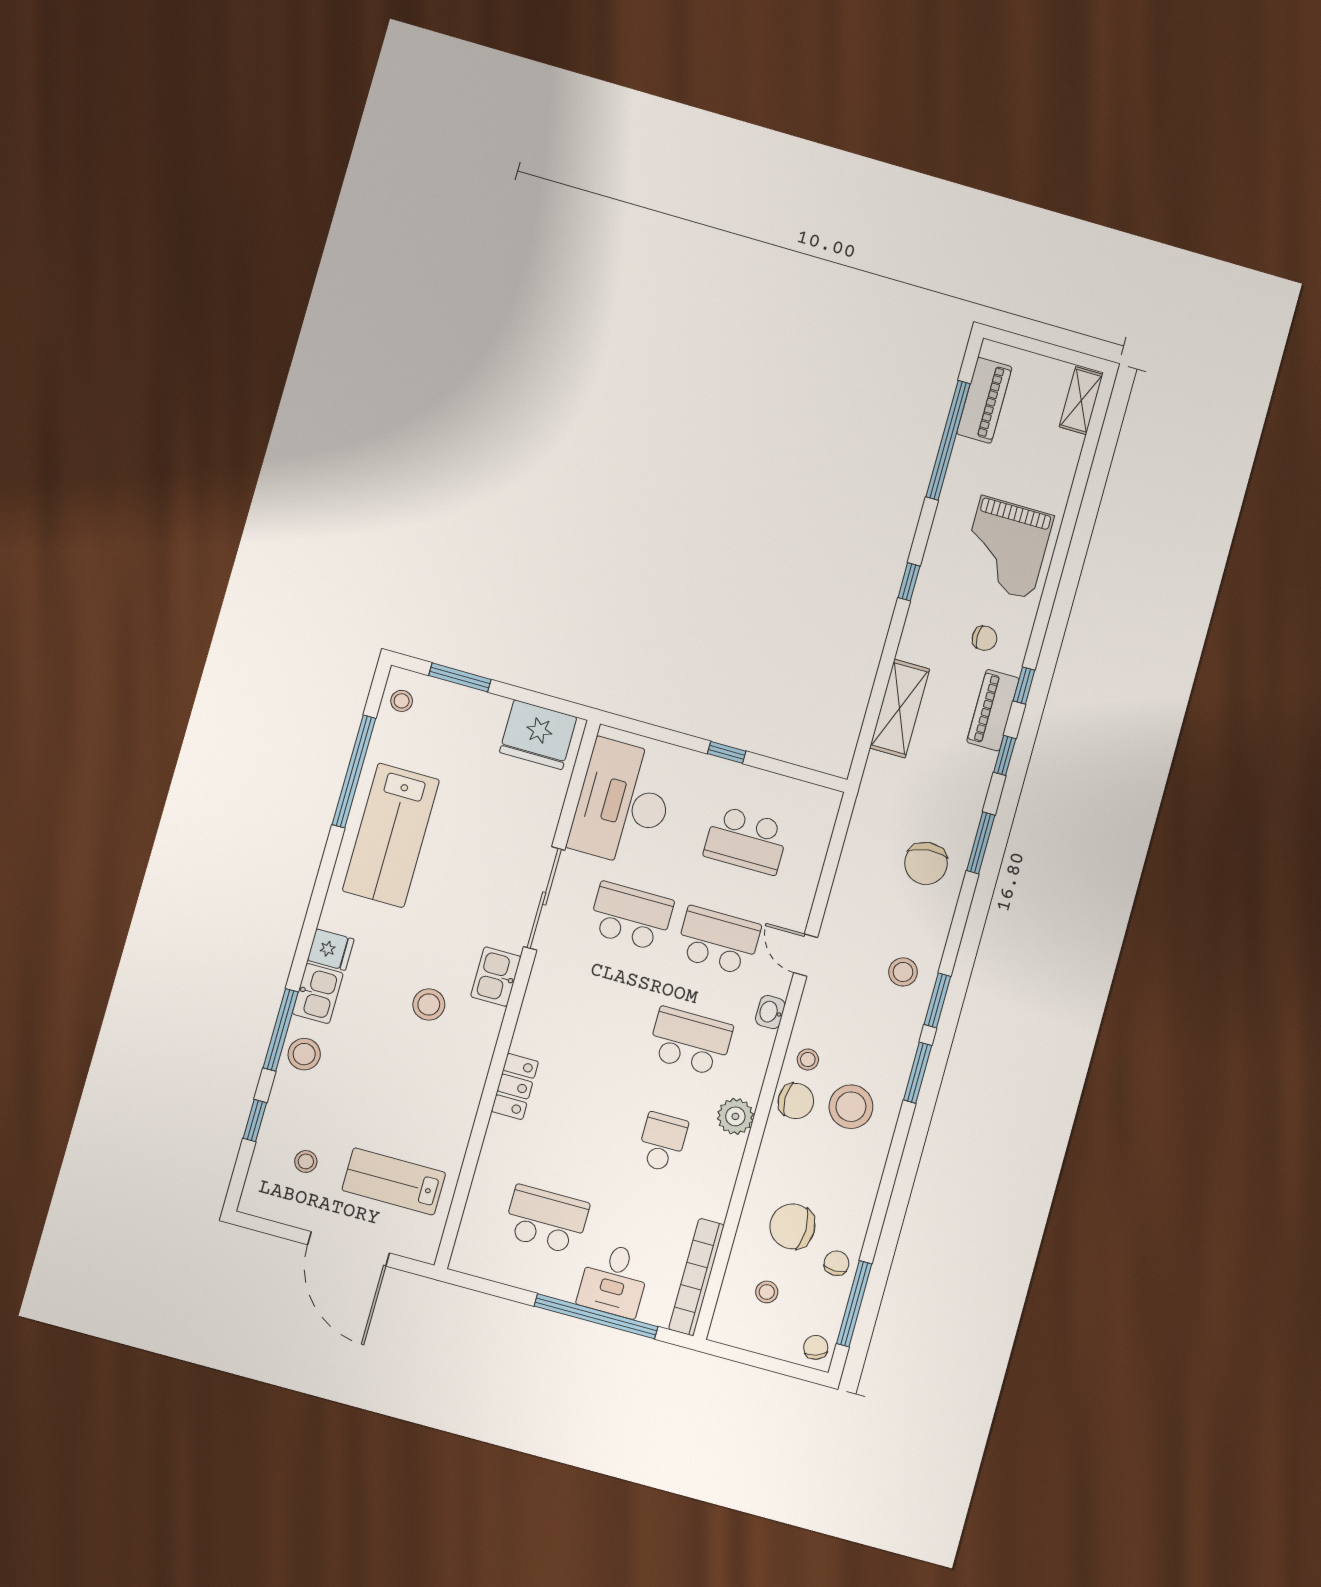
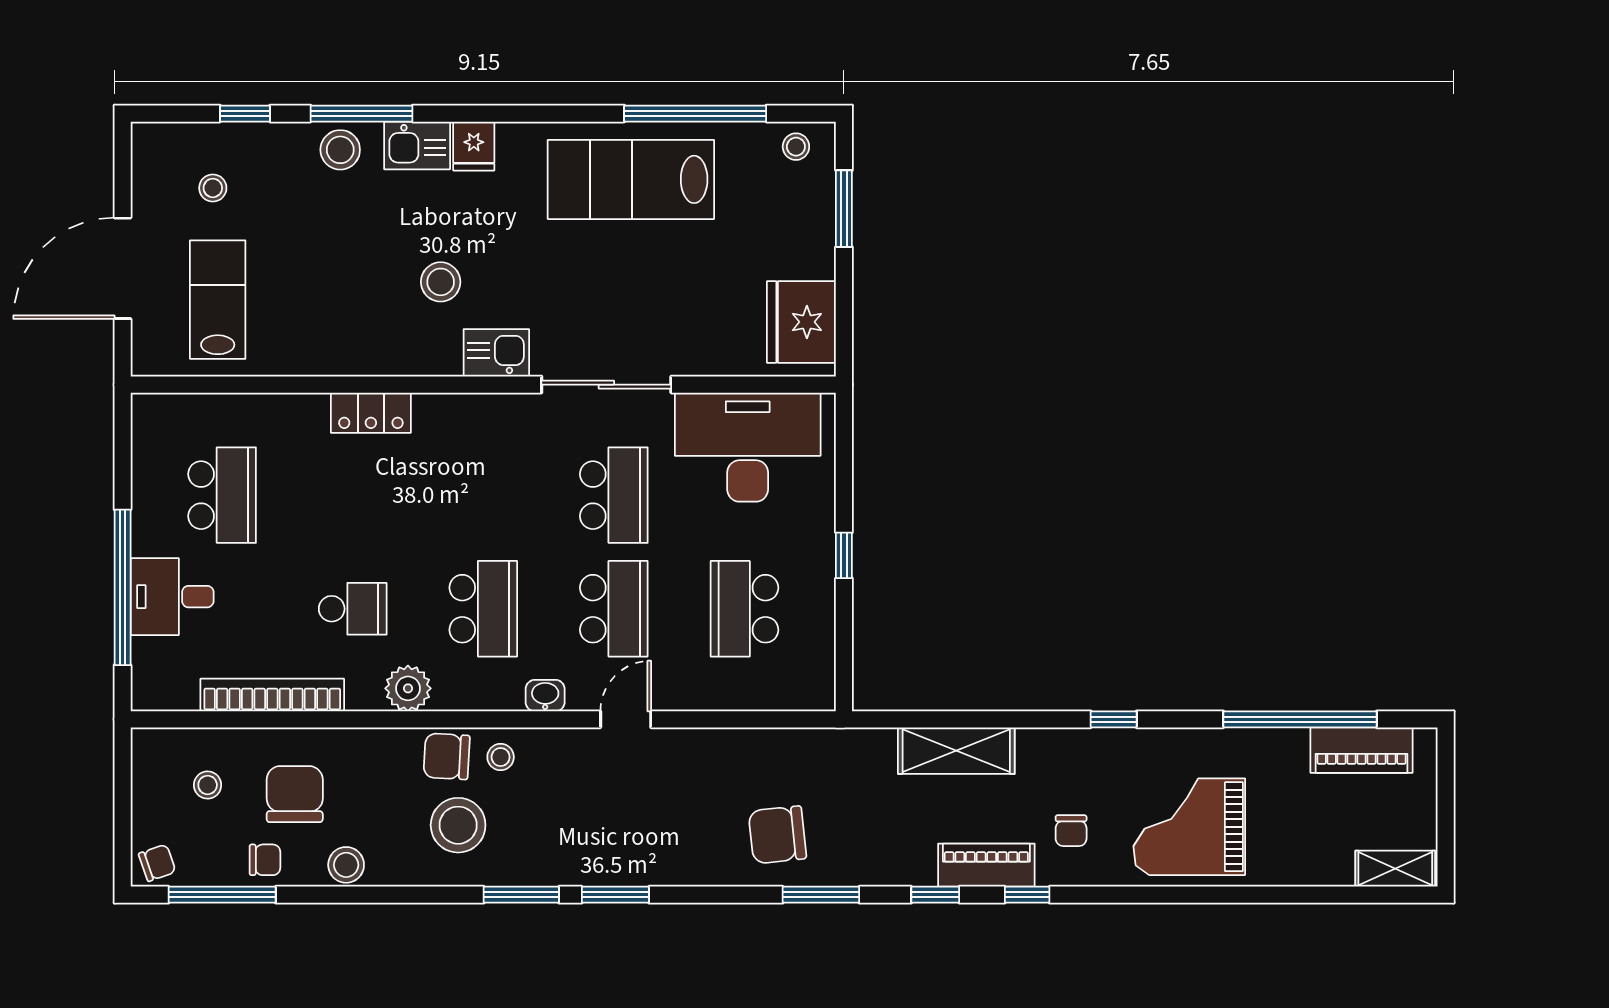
stool: (903, 972) -> (346, 865), moved
chair: (796, 1101) -> (447, 756), turned 93
bookcase: (696, 1277) -> (272, 695), moved

